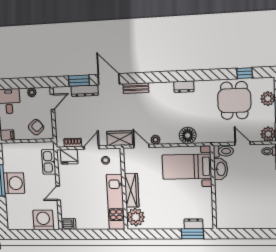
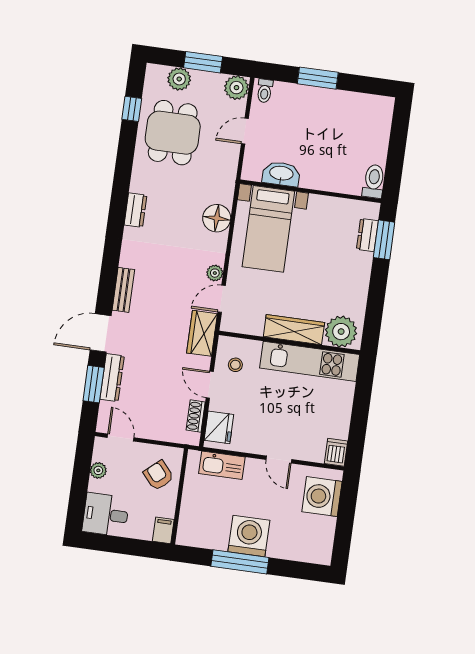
dining table: (234, 100) -> (173, 133), turned 90
toilet: (223, 151) -> (374, 181), moved

